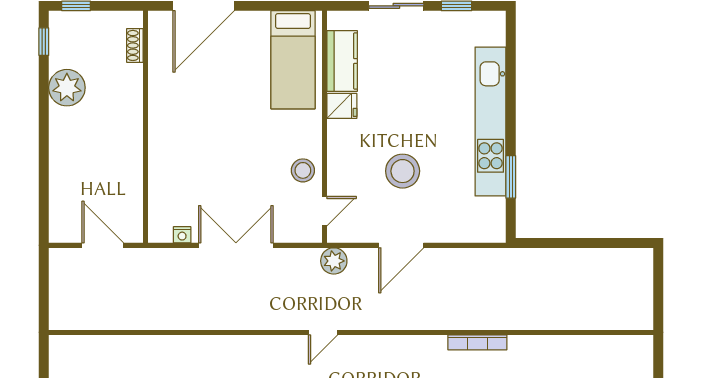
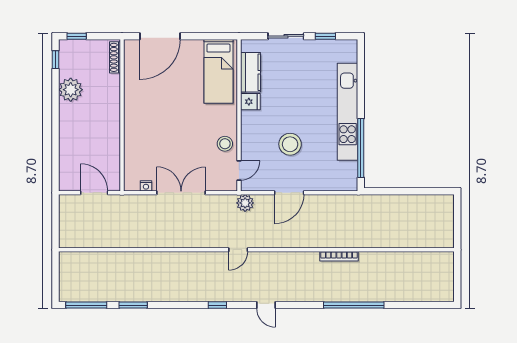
shoe rack: (135, 45) -> (115, 57), width x1.43
window: (511, 177) -> (361, 148), width x2.11

